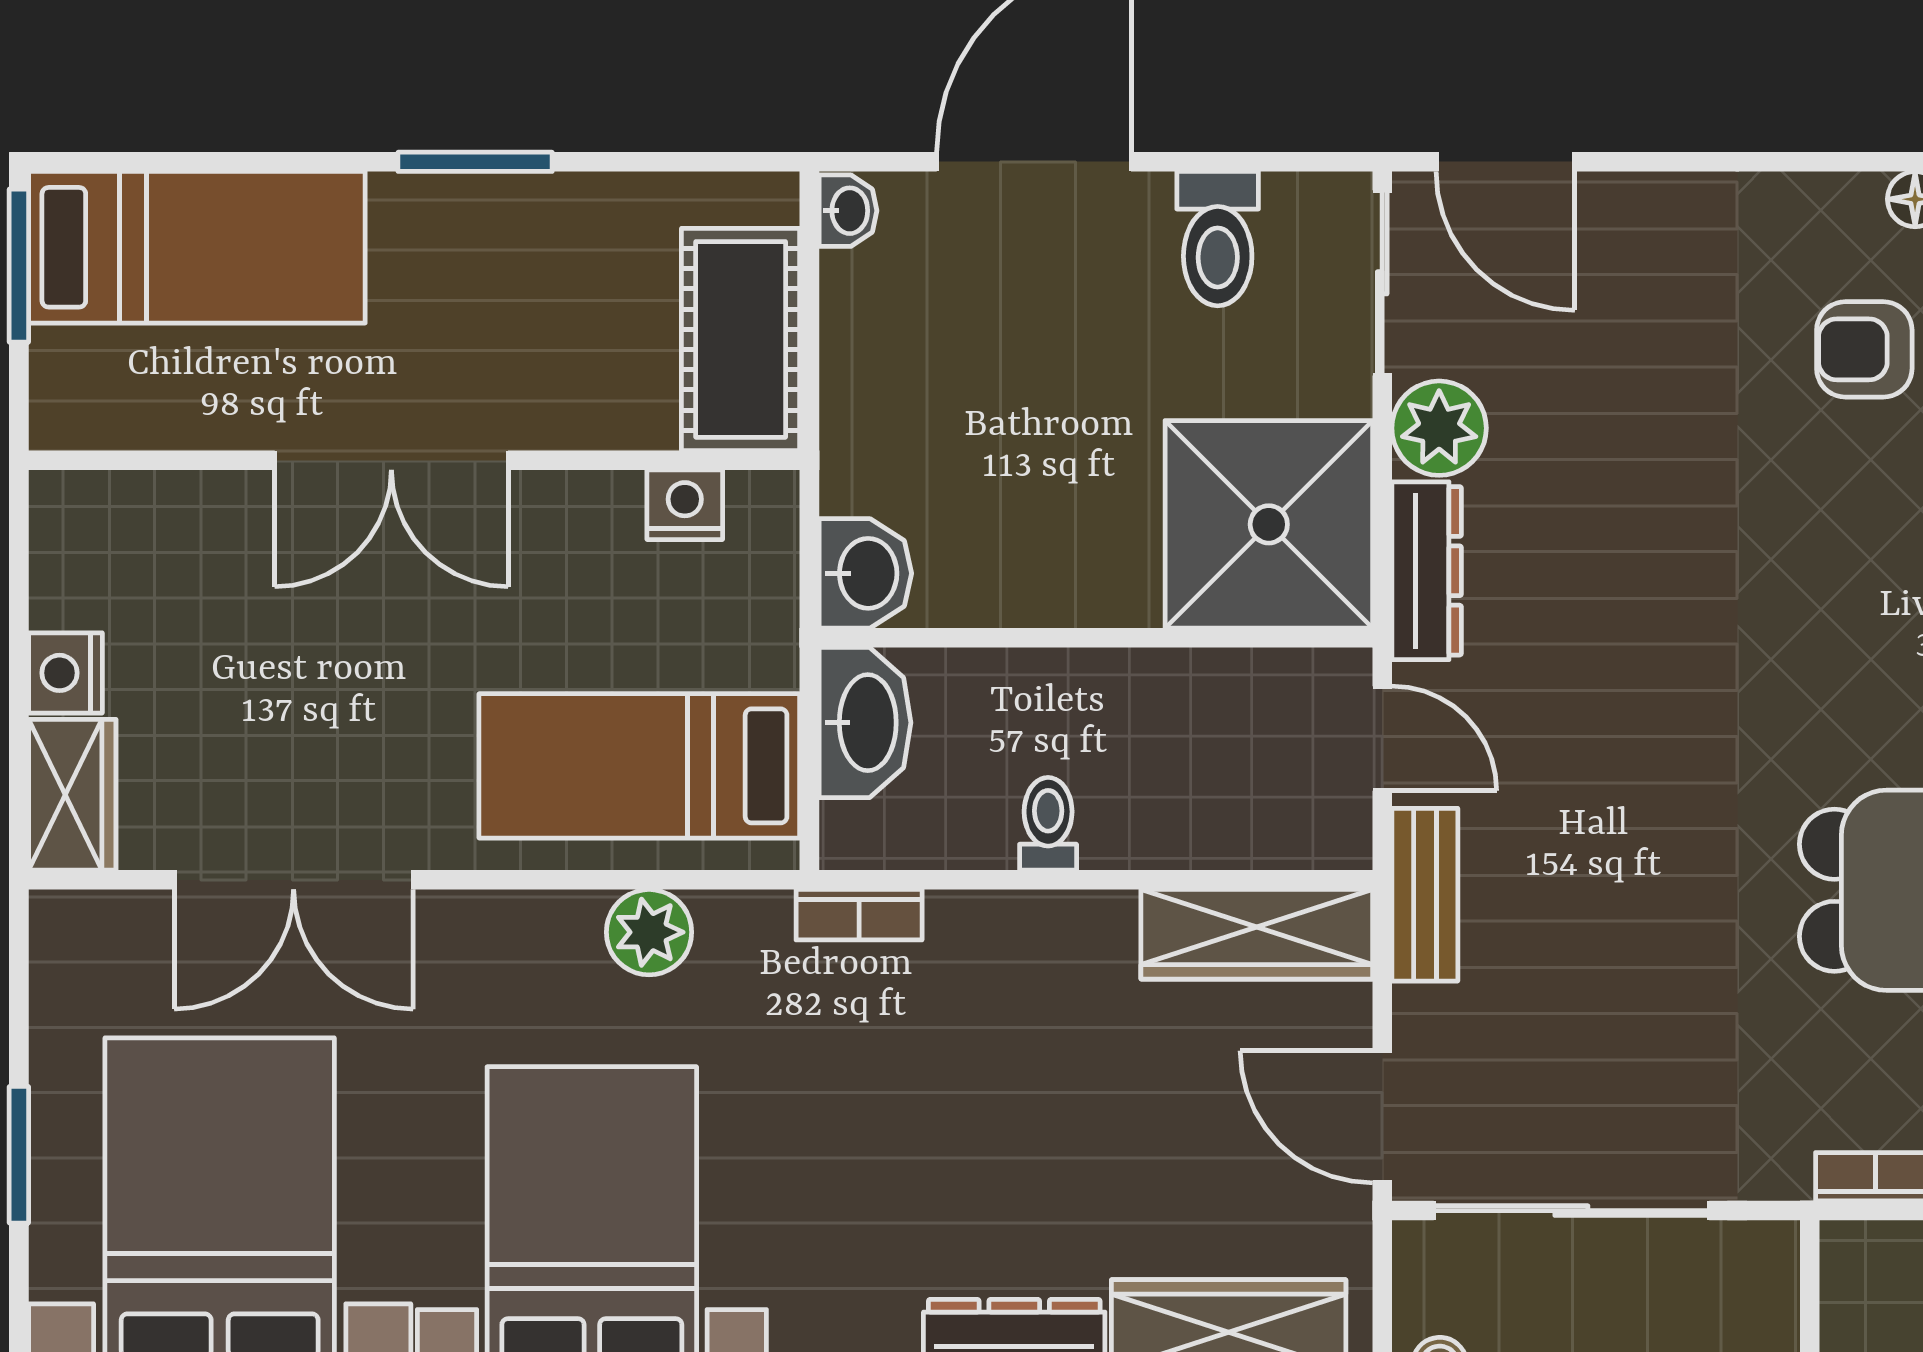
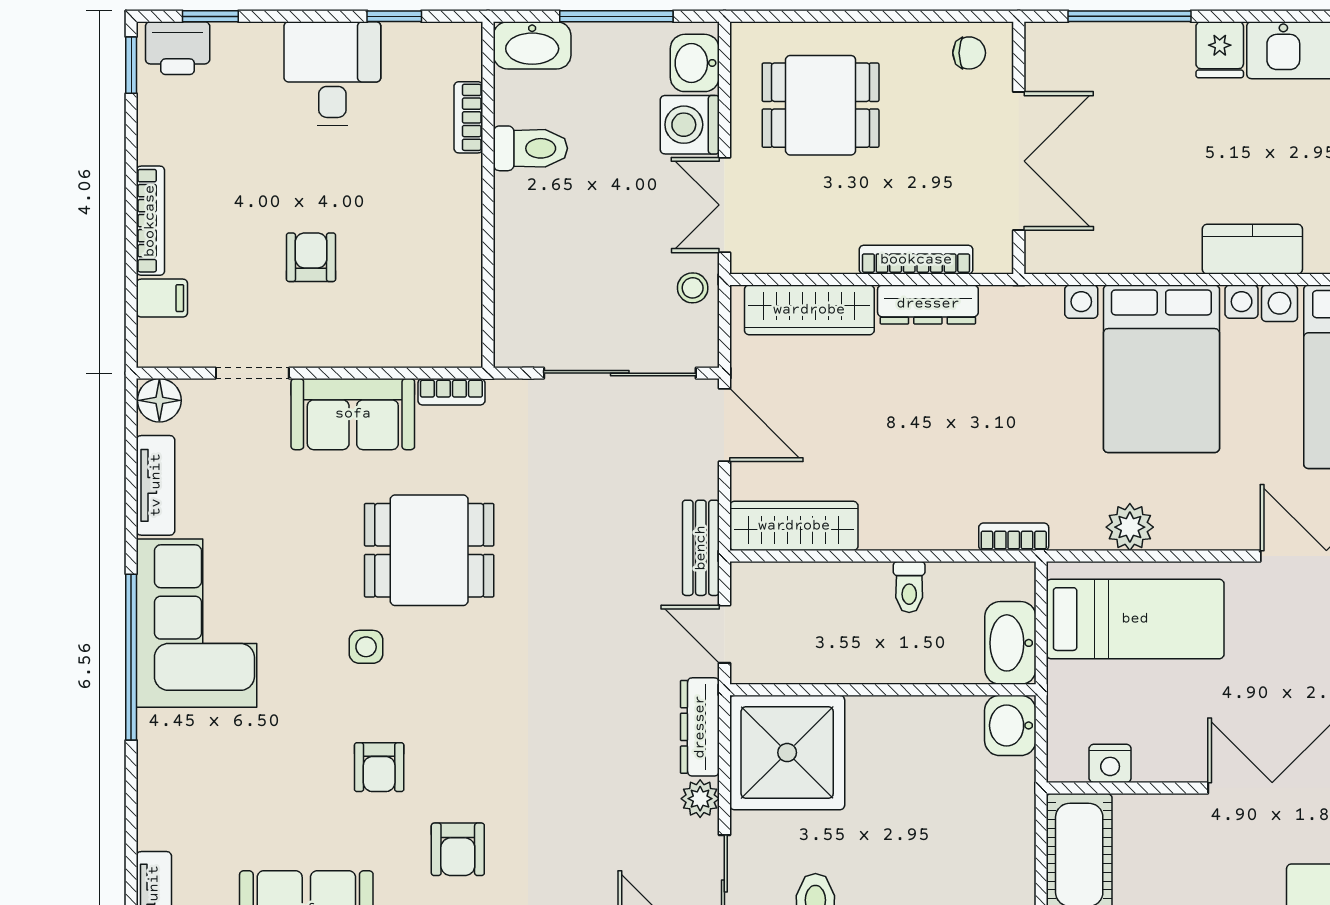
armchair: (1864, 349) -> (458, 849), turned 90
plant: (1439, 428) -> (700, 799), width x0.73, depth x0.73

